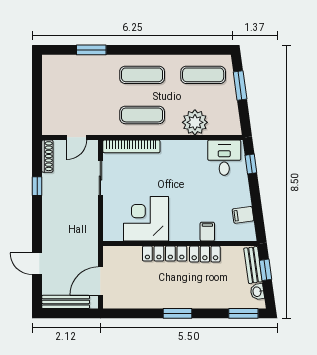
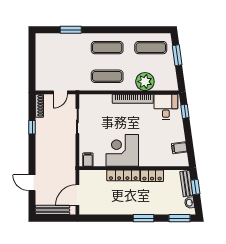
bookcase: (131, 146) -> (133, 99), moved
corner desk: (146, 219) -> (122, 150), moved
filing cabinet: (207, 232) -> (88, 160), moved
window: (177, 313) -> (144, 218), moved

